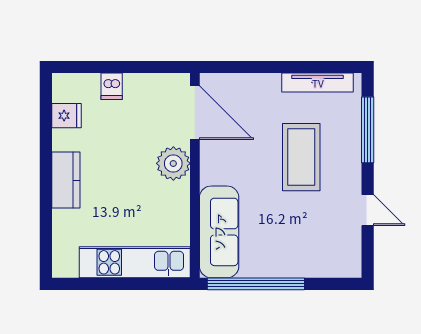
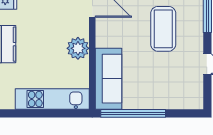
plant: (173, 163) -> (78, 48), moved

